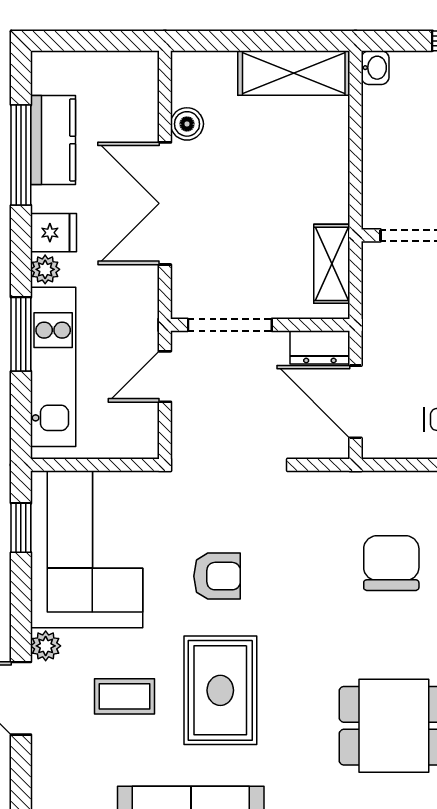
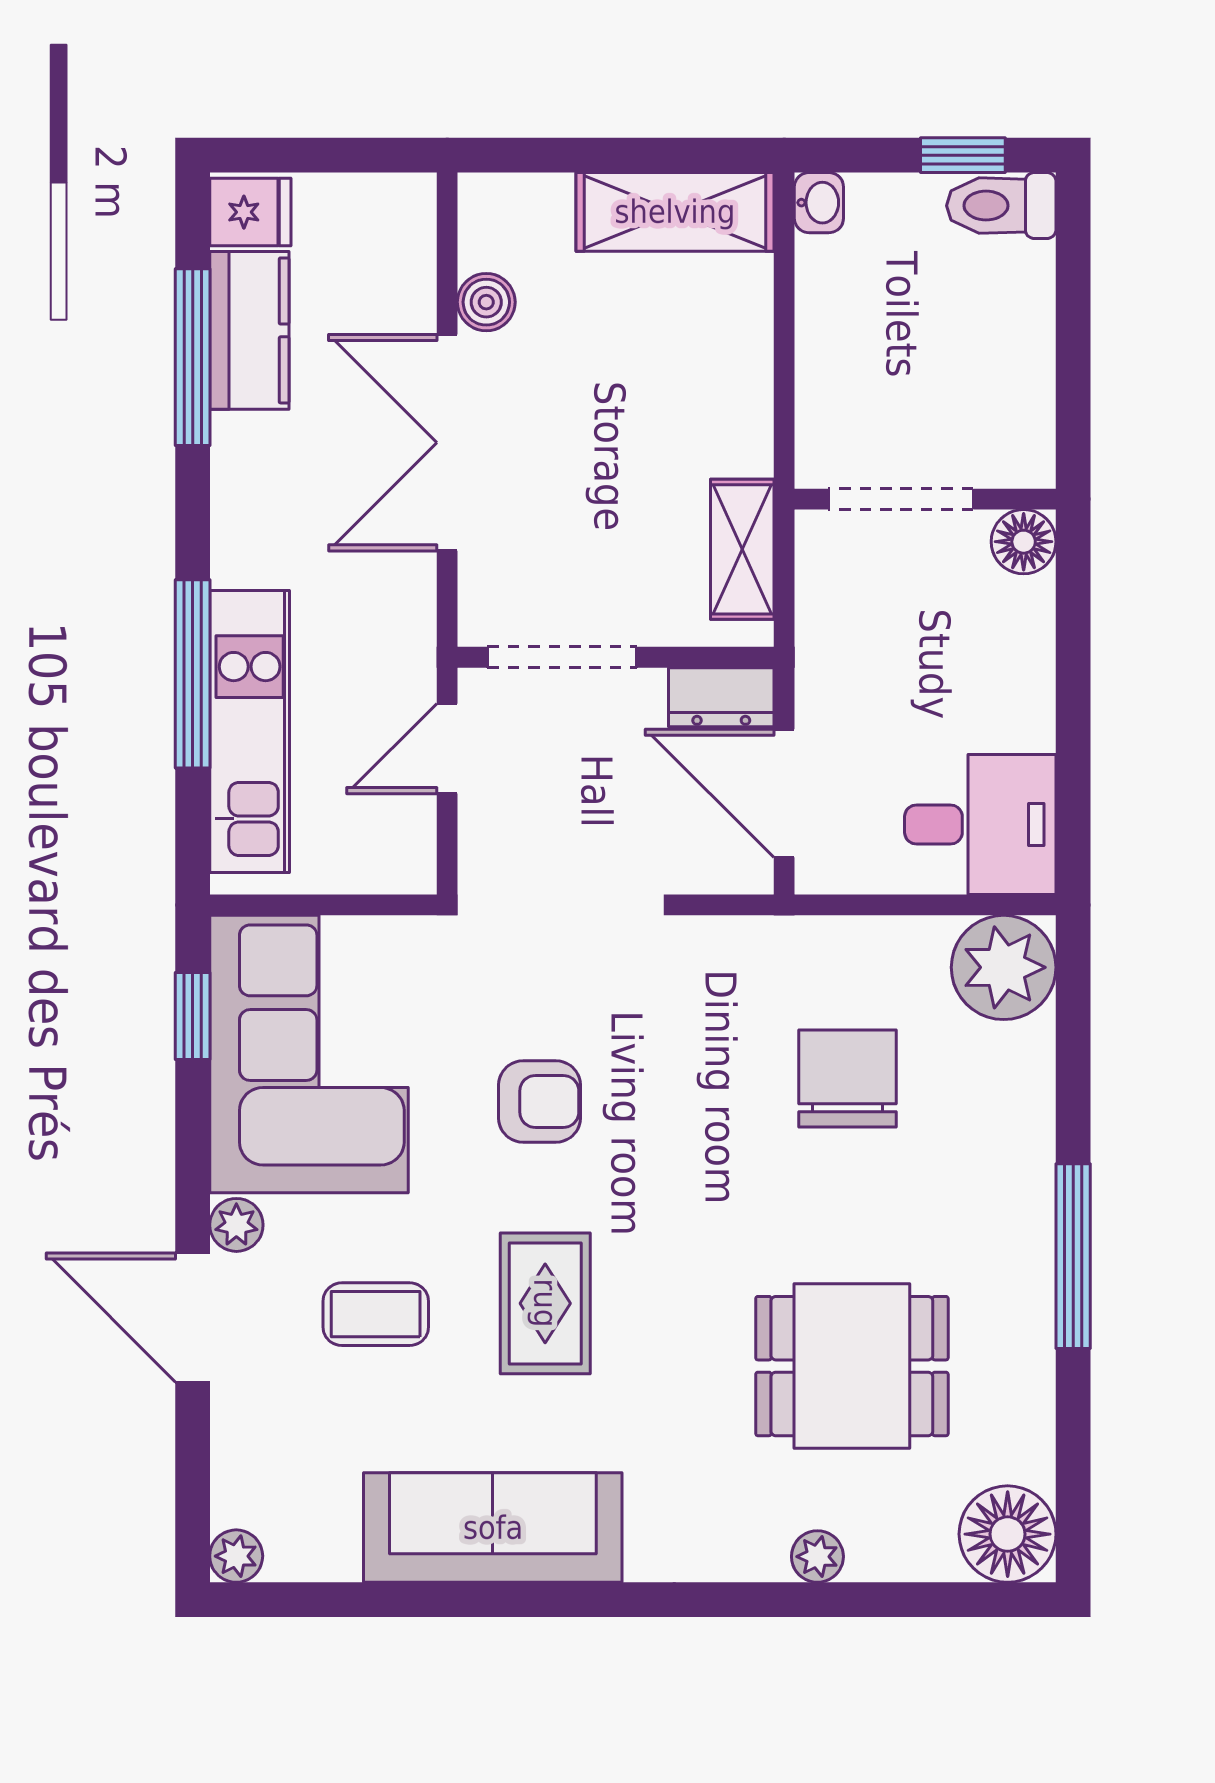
fridge: (54, 233) -> (250, 212), moved
plant: (45, 269) -> (235, 559), removed
window: (21, 334) -> (193, 674), width x1.44
rug: (220, 690) -> (545, 1303), width x0.73, depth x0.70

